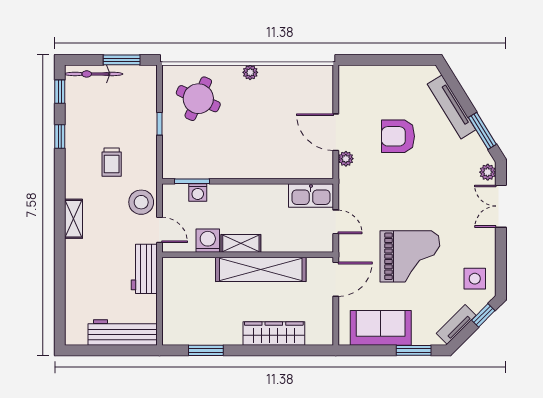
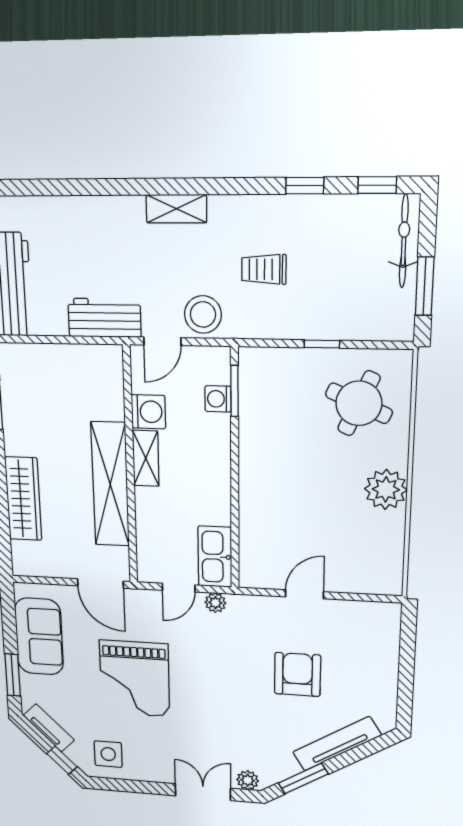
plant: (250, 72) -> (386, 489), width x1.88, depth x1.88
door: (336, 132) -> (304, 594), width x0.73
plant: (346, 159) -> (215, 603), moved

